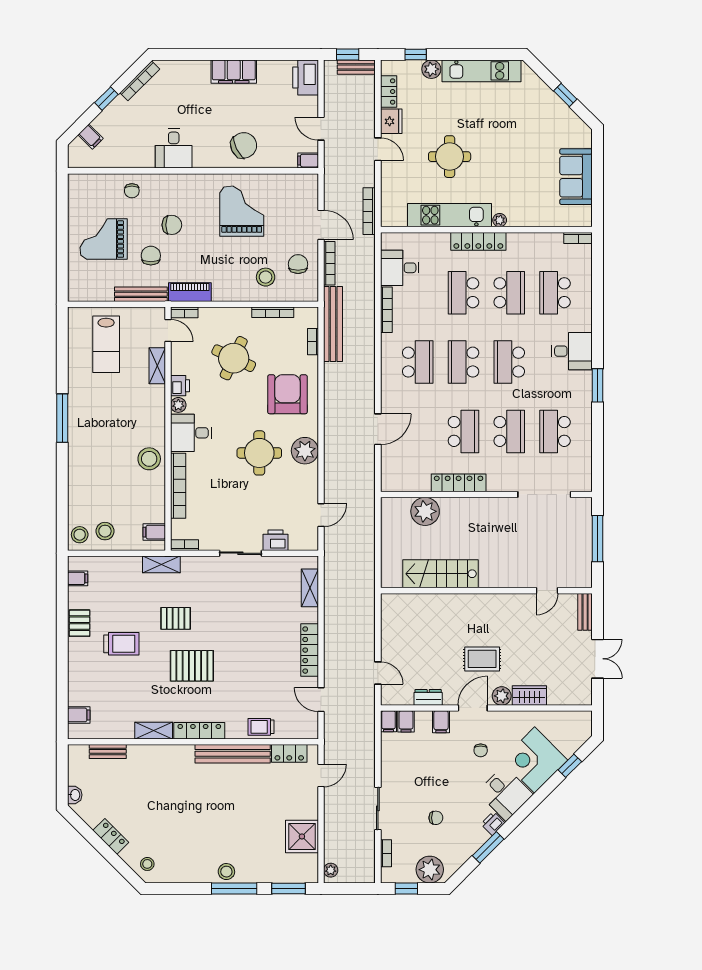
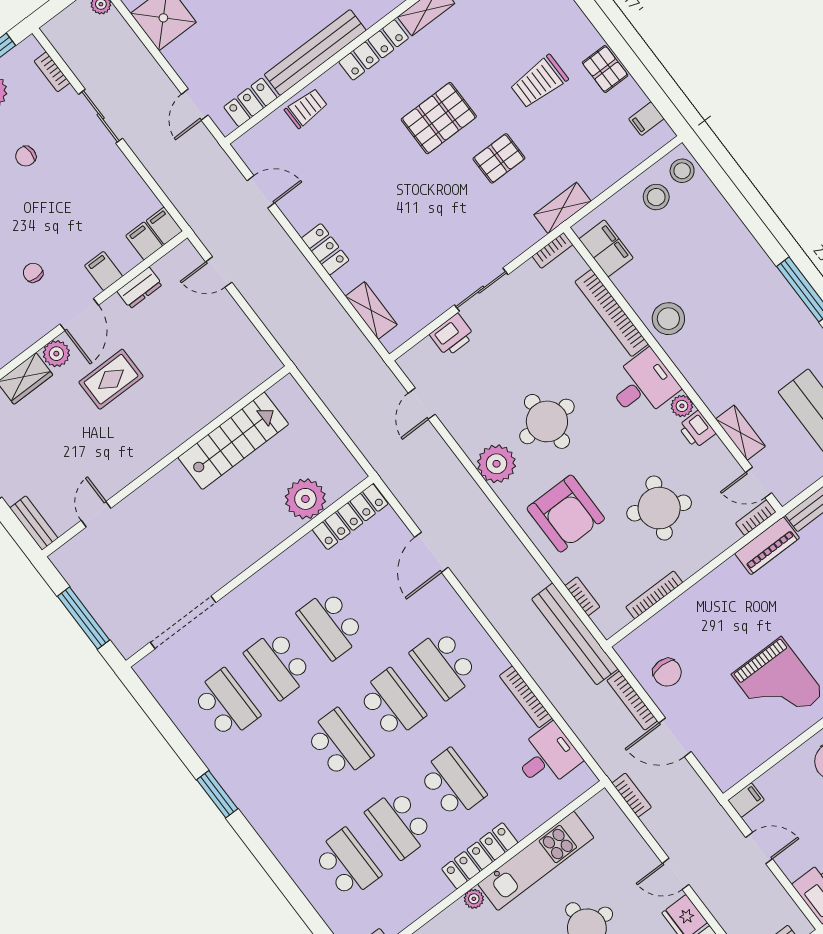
bookcase: (369, 211) -> (632, 795), width x0.64
stool: (266, 277) -> (693, 629), removed
desk: (572, 351) -> (277, 811), removed
locker: (459, 483) -> (350, 517), moved
filing cabinet: (154, 532) -> (606, 248), width x2.00
locker: (310, 650) -> (325, 249), width x0.66

